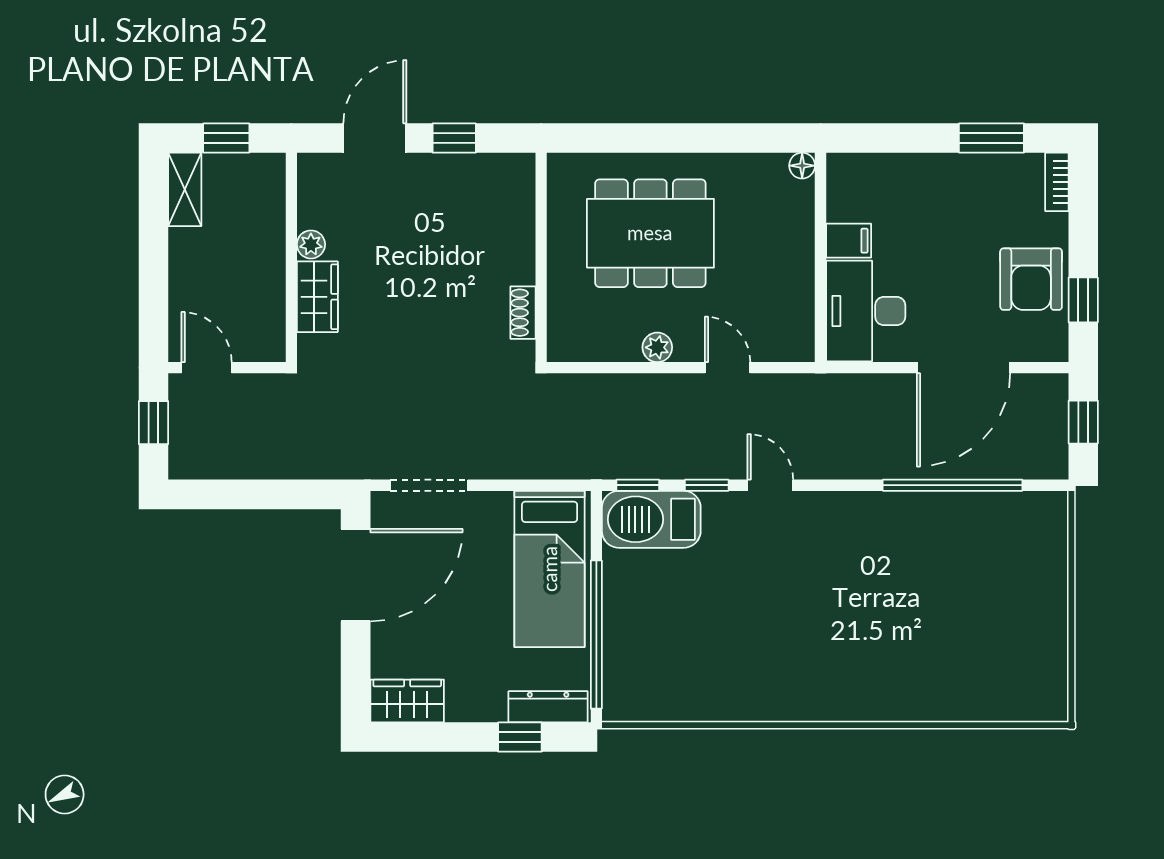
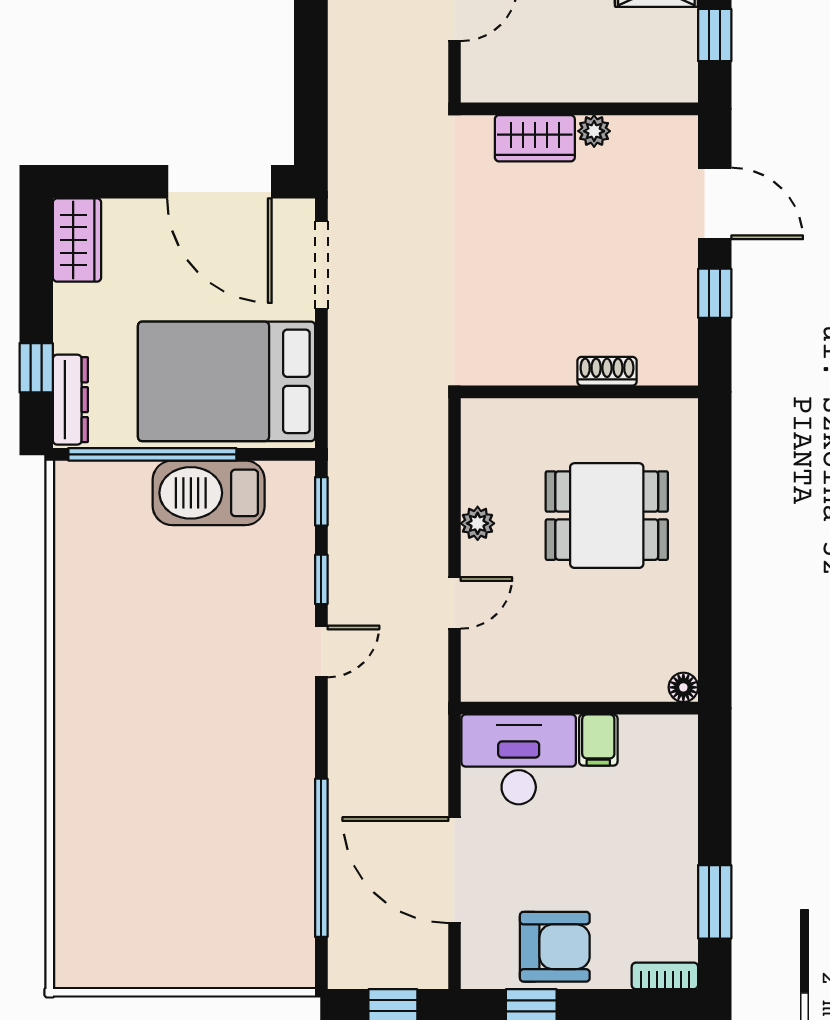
dining table: (650, 233) -> (607, 516), width x0.73
armchair: (1031, 279) -> (555, 947), turned 180
shoe rack: (523, 313) -> (607, 371), moved
barbecue: (651, 519) -> (209, 493), moved, turned -90
bed: (550, 569) -> (227, 381), width x1.50

